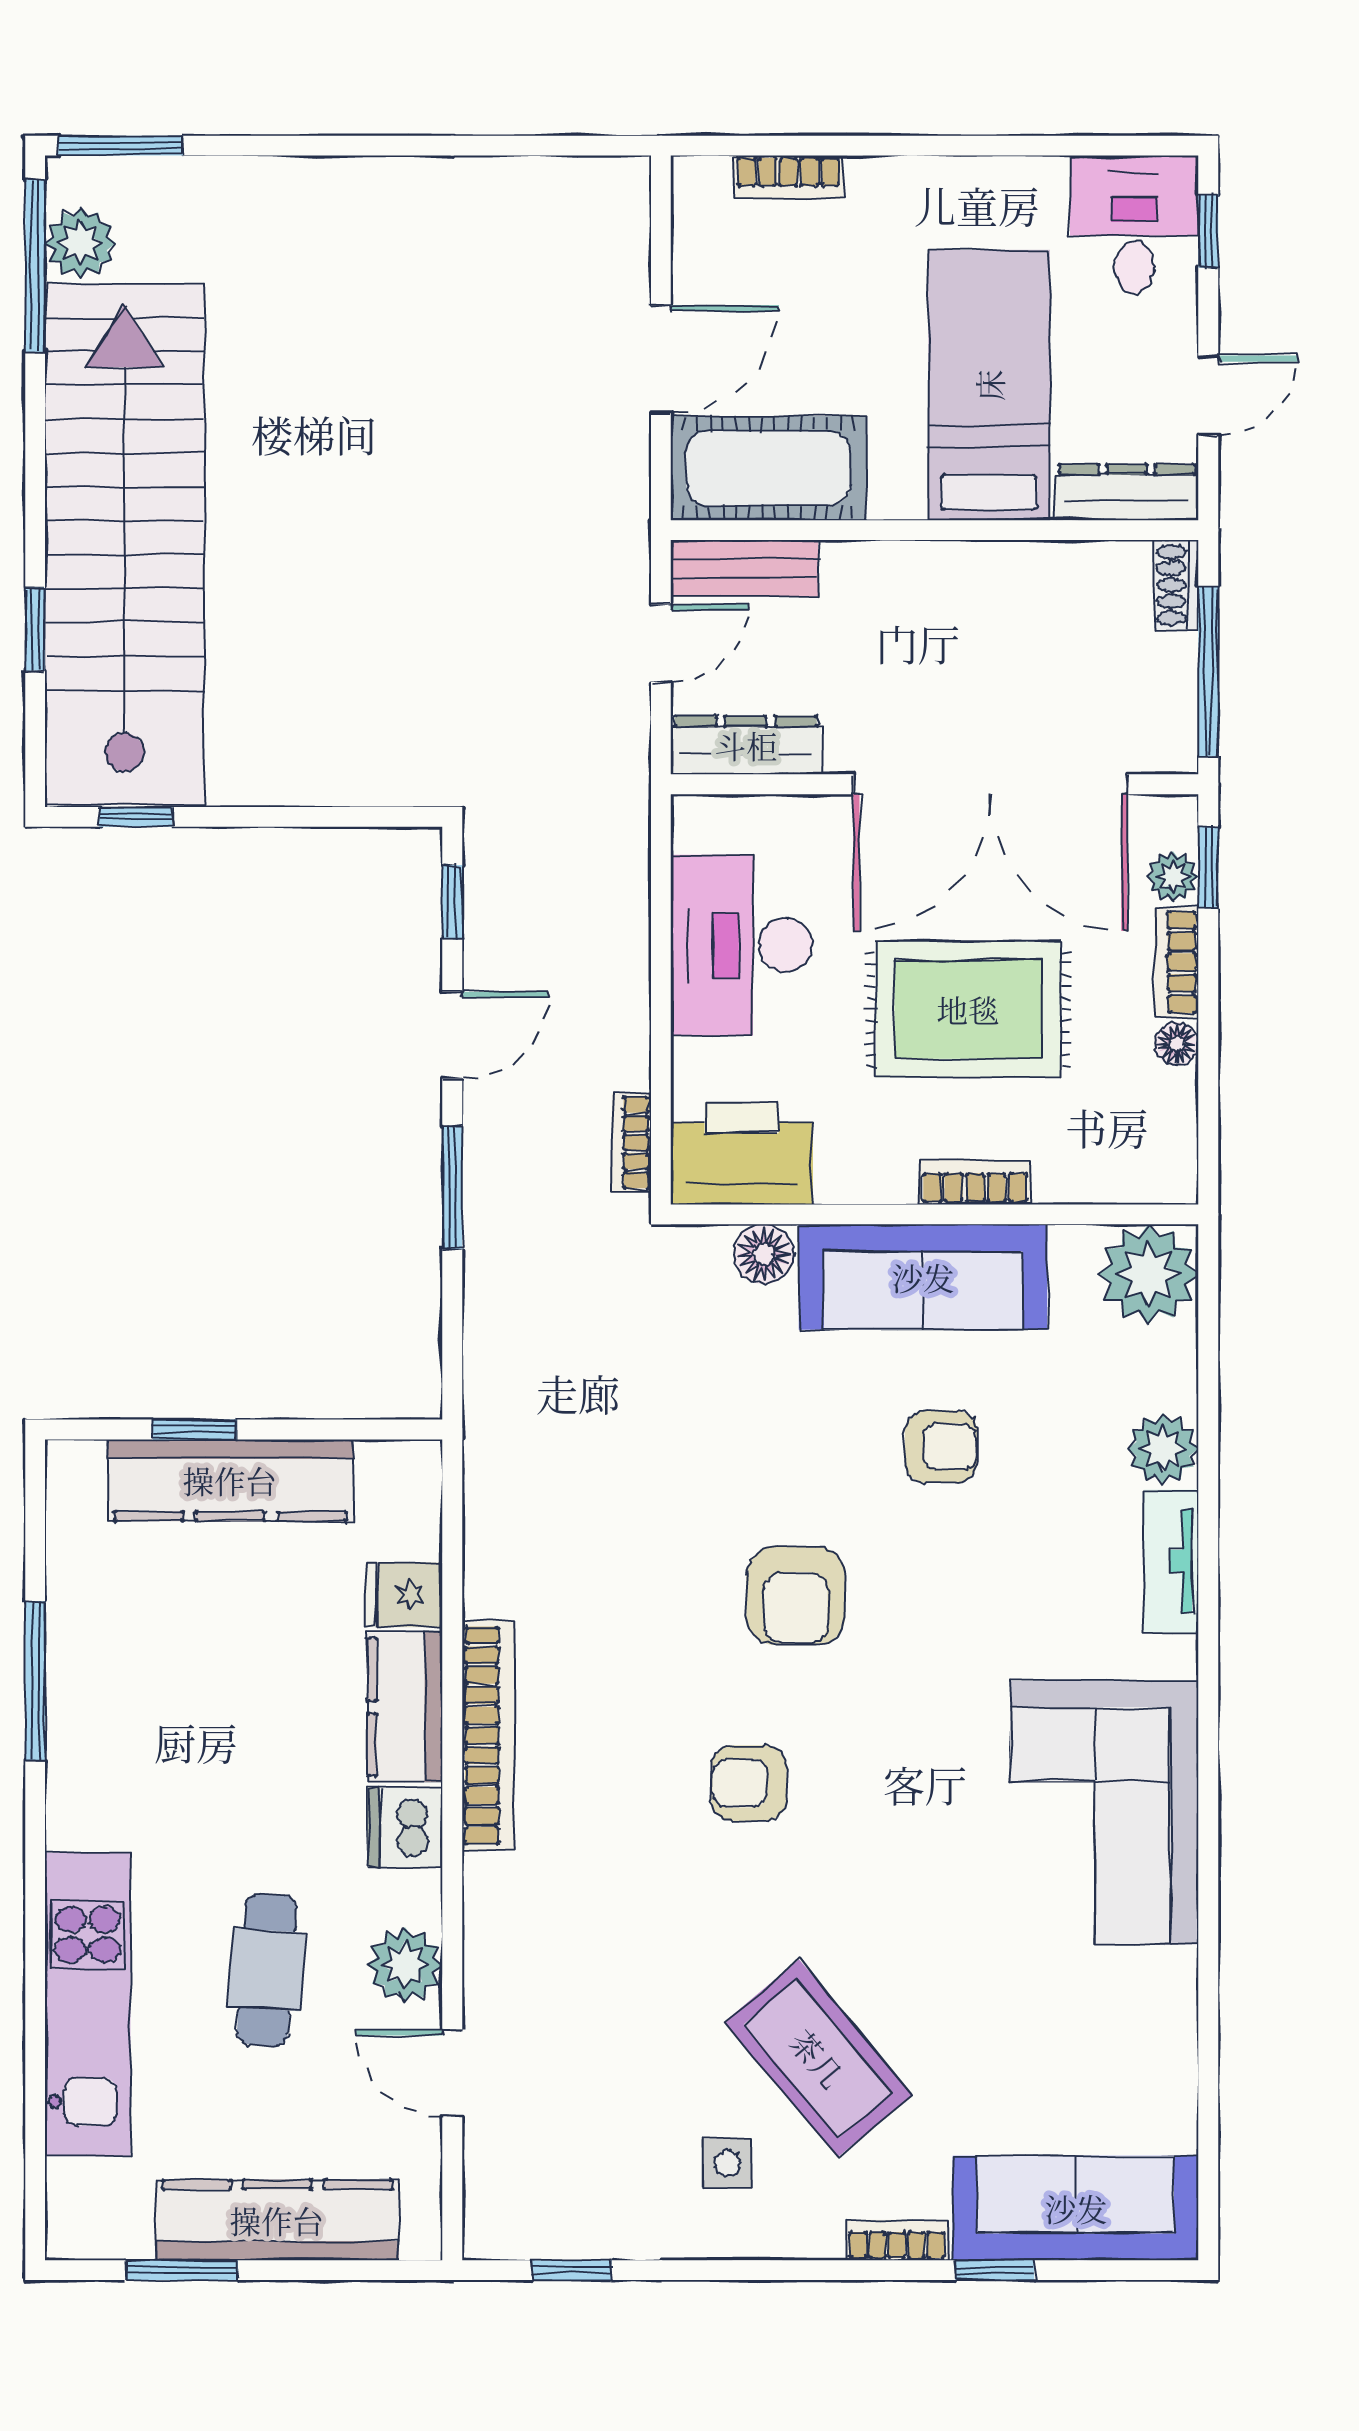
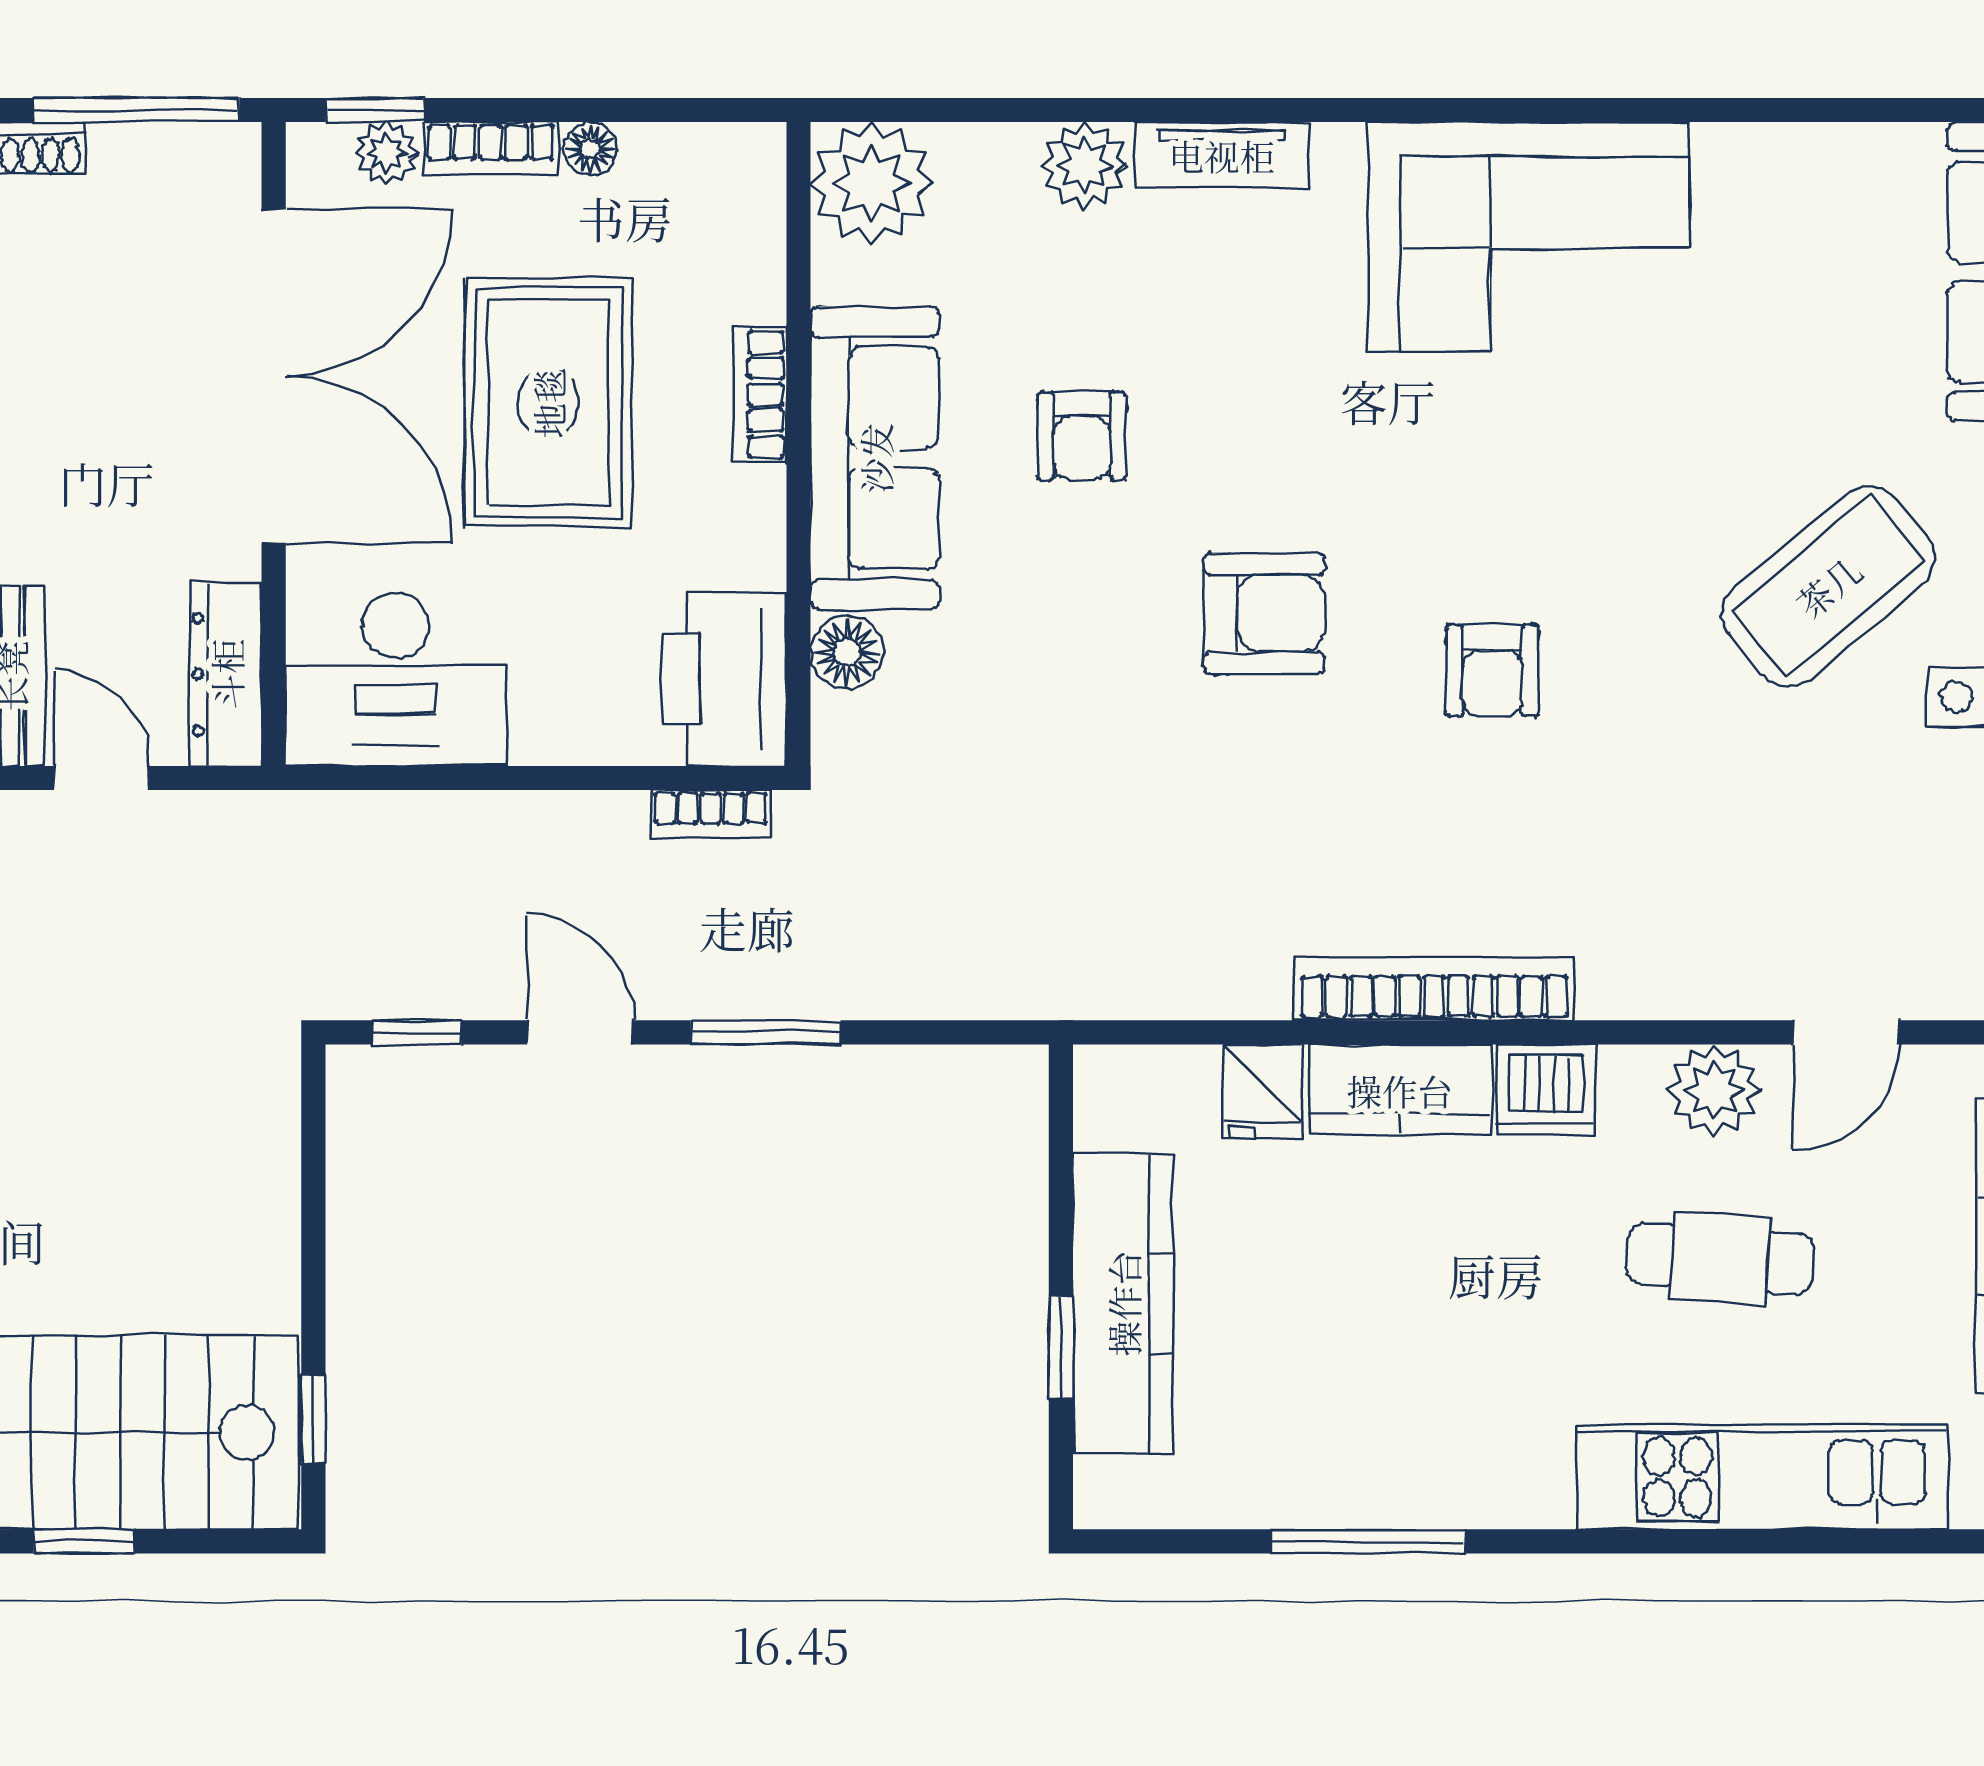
desk: (742, 945) -> (396, 679), moved
armchair: (941, 1447) -> (1082, 436), turned 180

